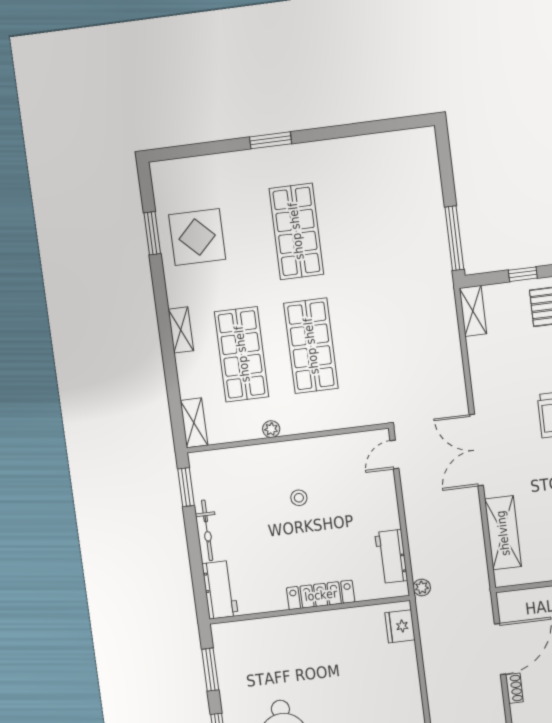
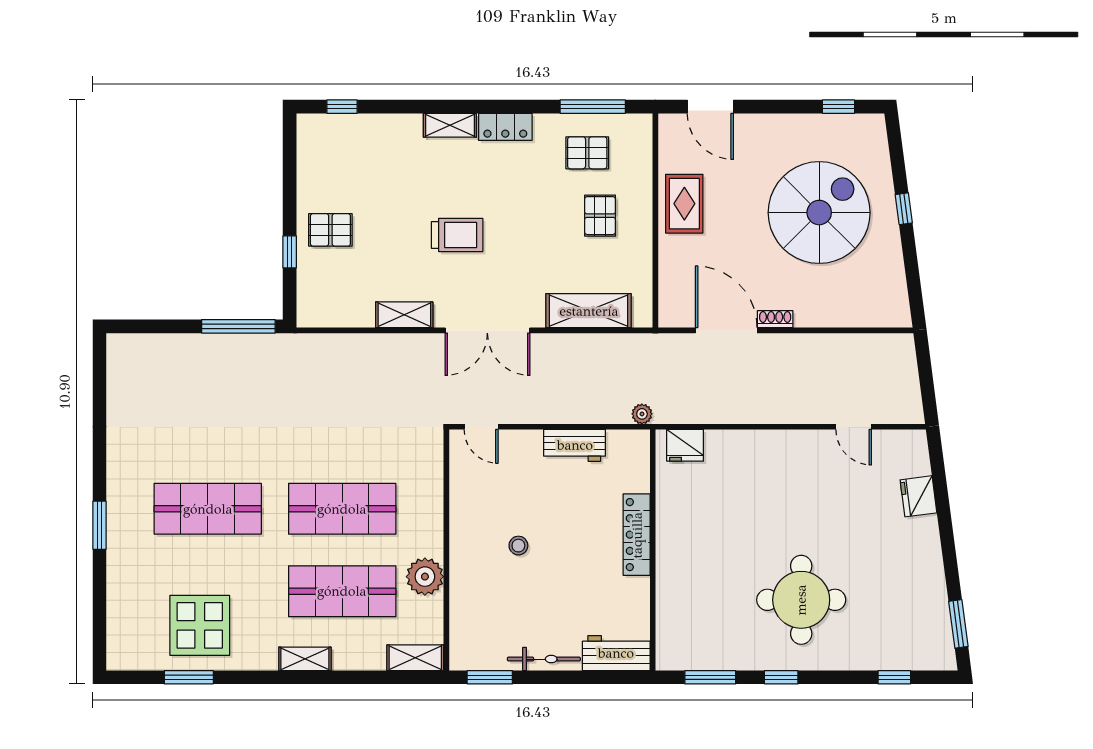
shelving: (473, 311) -> (404, 315), moved
plant: (271, 429) -> (425, 577), width x1.88, depth x1.88
workbench: (391, 556) -> (575, 445), moved

